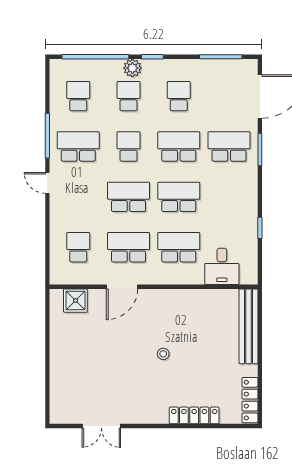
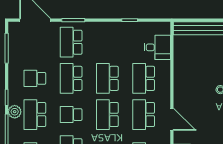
school desk: (129, 96) -> (35, 115), width x1.85

